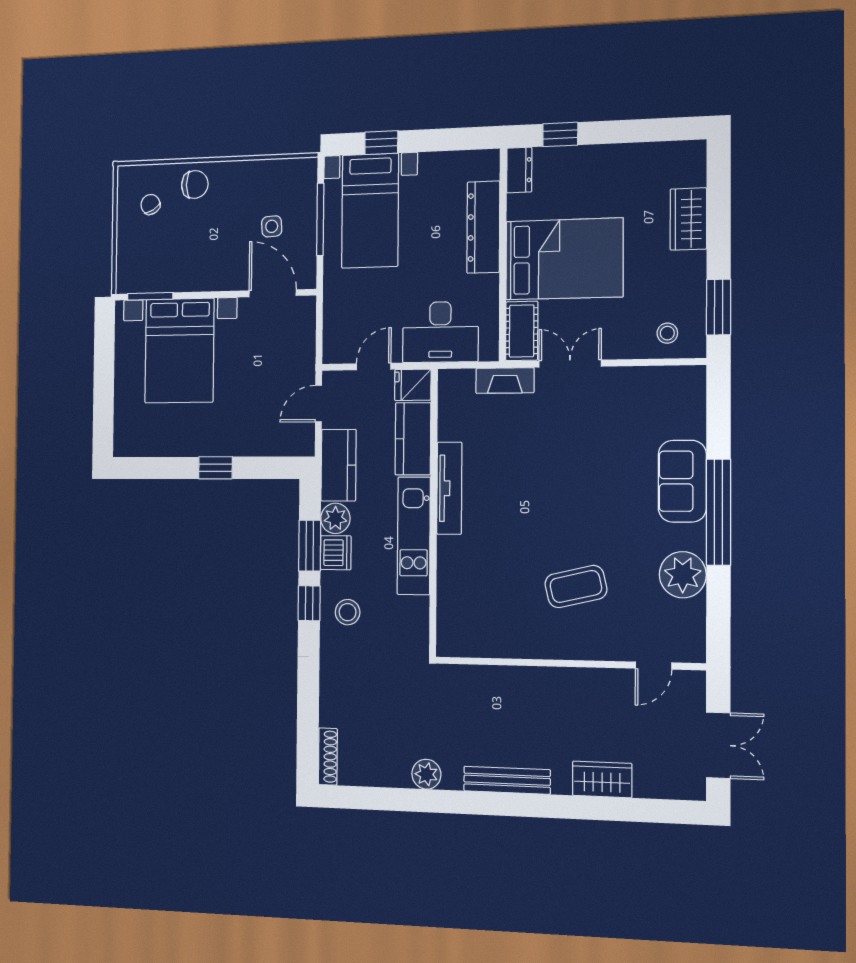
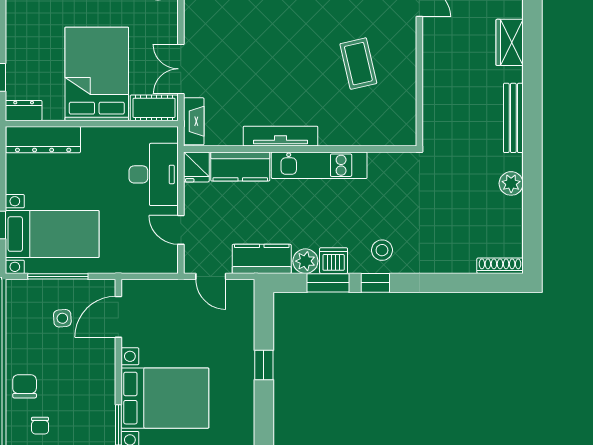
chair: (150, 204) -> (40, 426), turned -59
dresser: (483, 227) -> (43, 140), moved
fridge: (413, 385) -> (196, 167), moved
kitchen counter: (413, 439) -> (240, 166), moved
tv unit: (449, 488) -> (281, 136), moved
wall: (433, 512) -> (300, 149), moved
kitchen unit: (414, 536) -> (319, 165), moved

